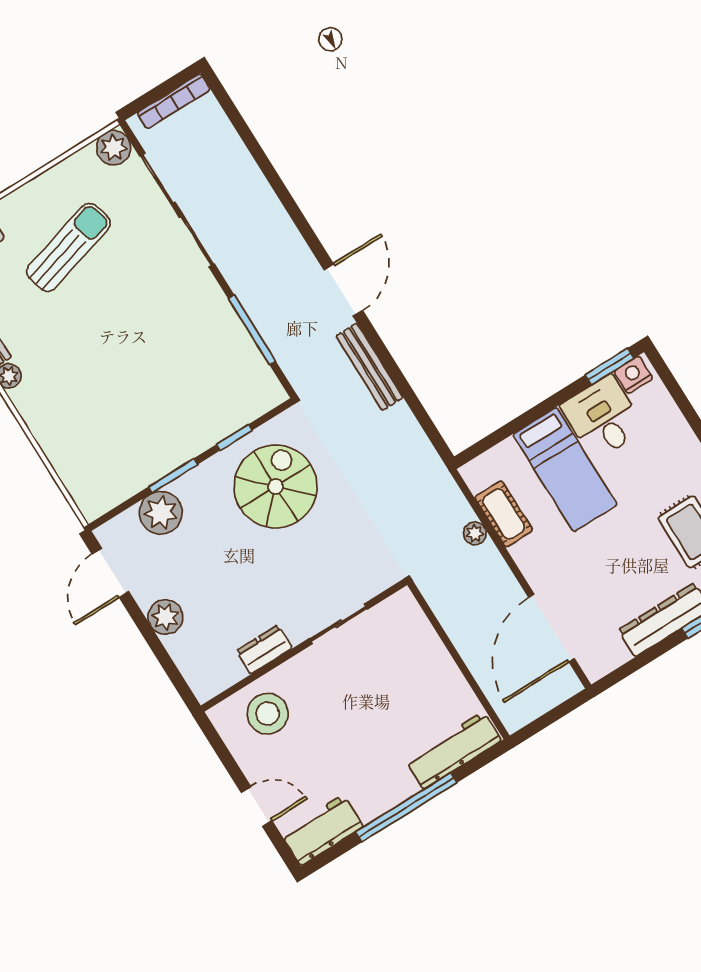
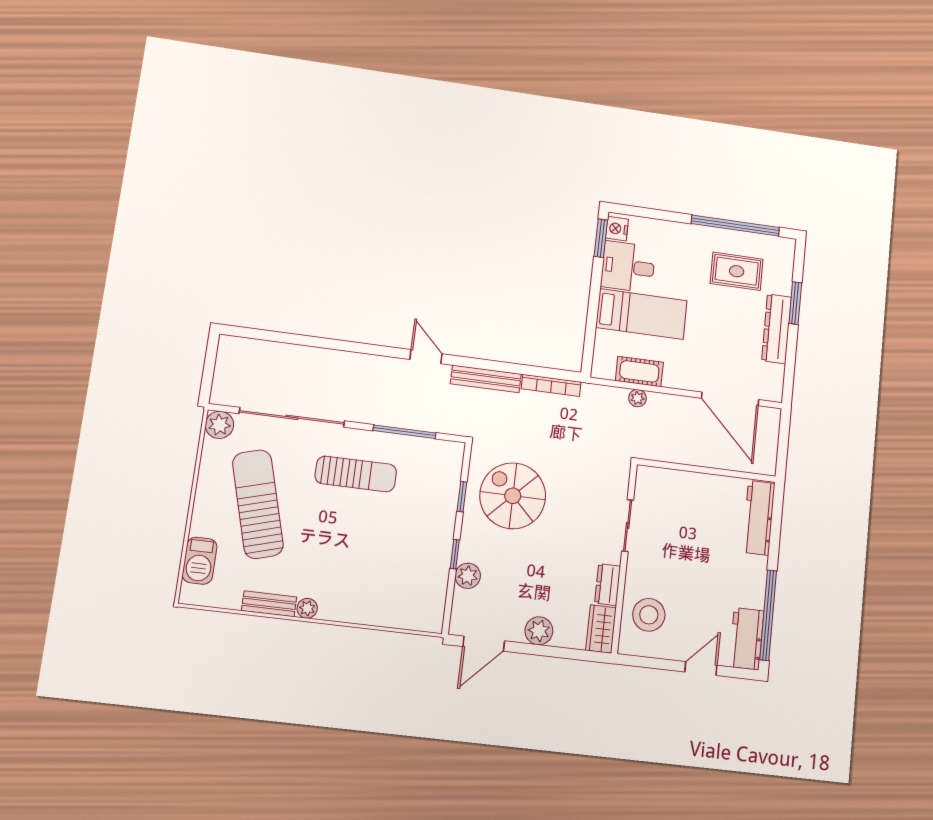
bookcase: (174, 101) -> (551, 385), moved, turned 90
sun lounger: (68, 247) -> (258, 504), width x1.36, depth x1.34
door: (343, 290) -> (426, 357), width x0.73
sun lounger: (173, 317) -> (356, 474), added
window: (173, 476) -> (455, 554), width x0.67
plant: (161, 513) -> (468, 576), width x0.73, depth x0.73
door: (110, 573) -> (484, 644), hinge flipped
wardrobe: (216, 677) -> (601, 629), added
window: (406, 807) -> (768, 615), moved

